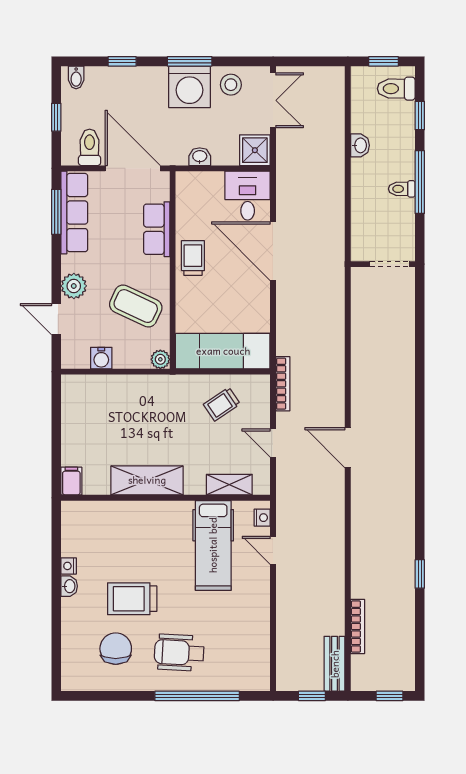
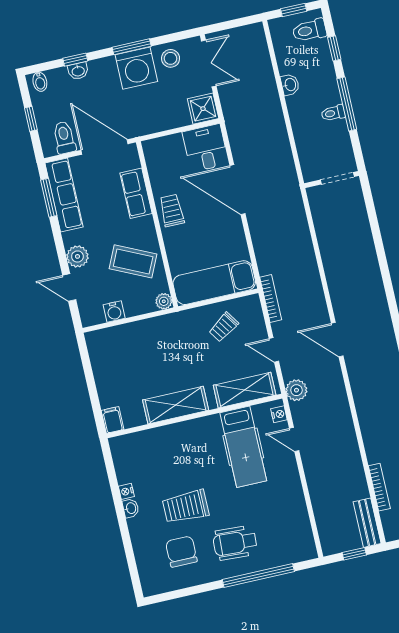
washbasin: (200, 157) -> (78, 71), moved, turned 180
shelving: (229, 485) -> (245, 390), width x1.50, depth x1.33
plant: (288, 495) -> (296, 390), added

